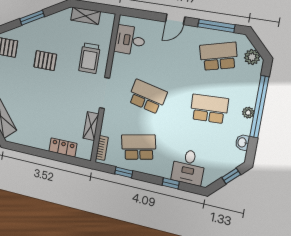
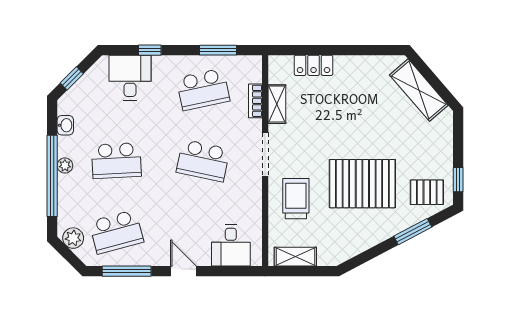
shelving: (85, 16) -> (295, 257), moved
window: (32, 18) -> (413, 232), moved
door: (175, 19) -> (183, 271), hinge flipped
desk: (130, 40) -> (231, 245), moved, turned 90
pallet: (45, 61) -> (362, 184), width x2.05, depth x2.00
bookcase: (102, 148) -> (255, 101), moved
window: (124, 172) -> (218, 50), width x1.50

